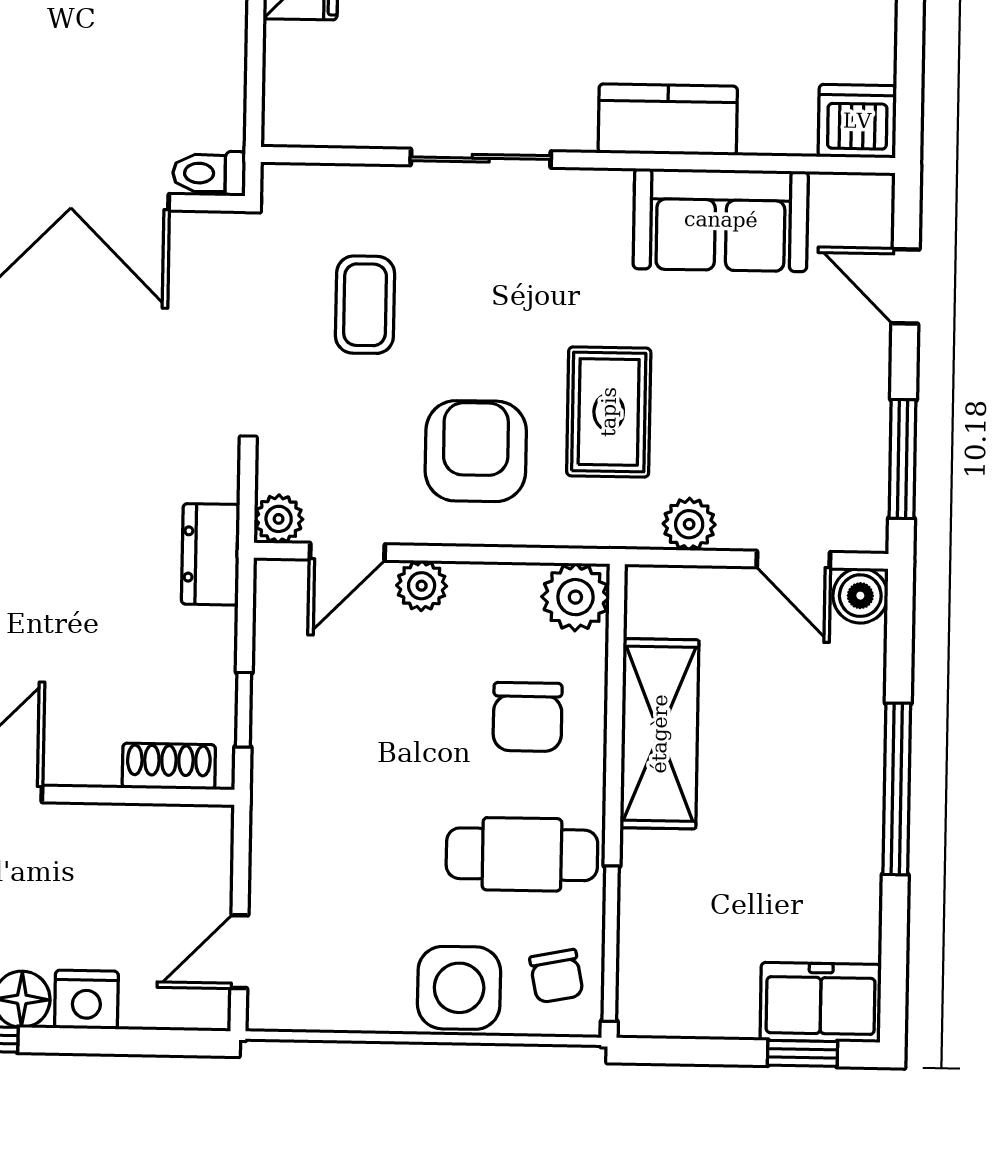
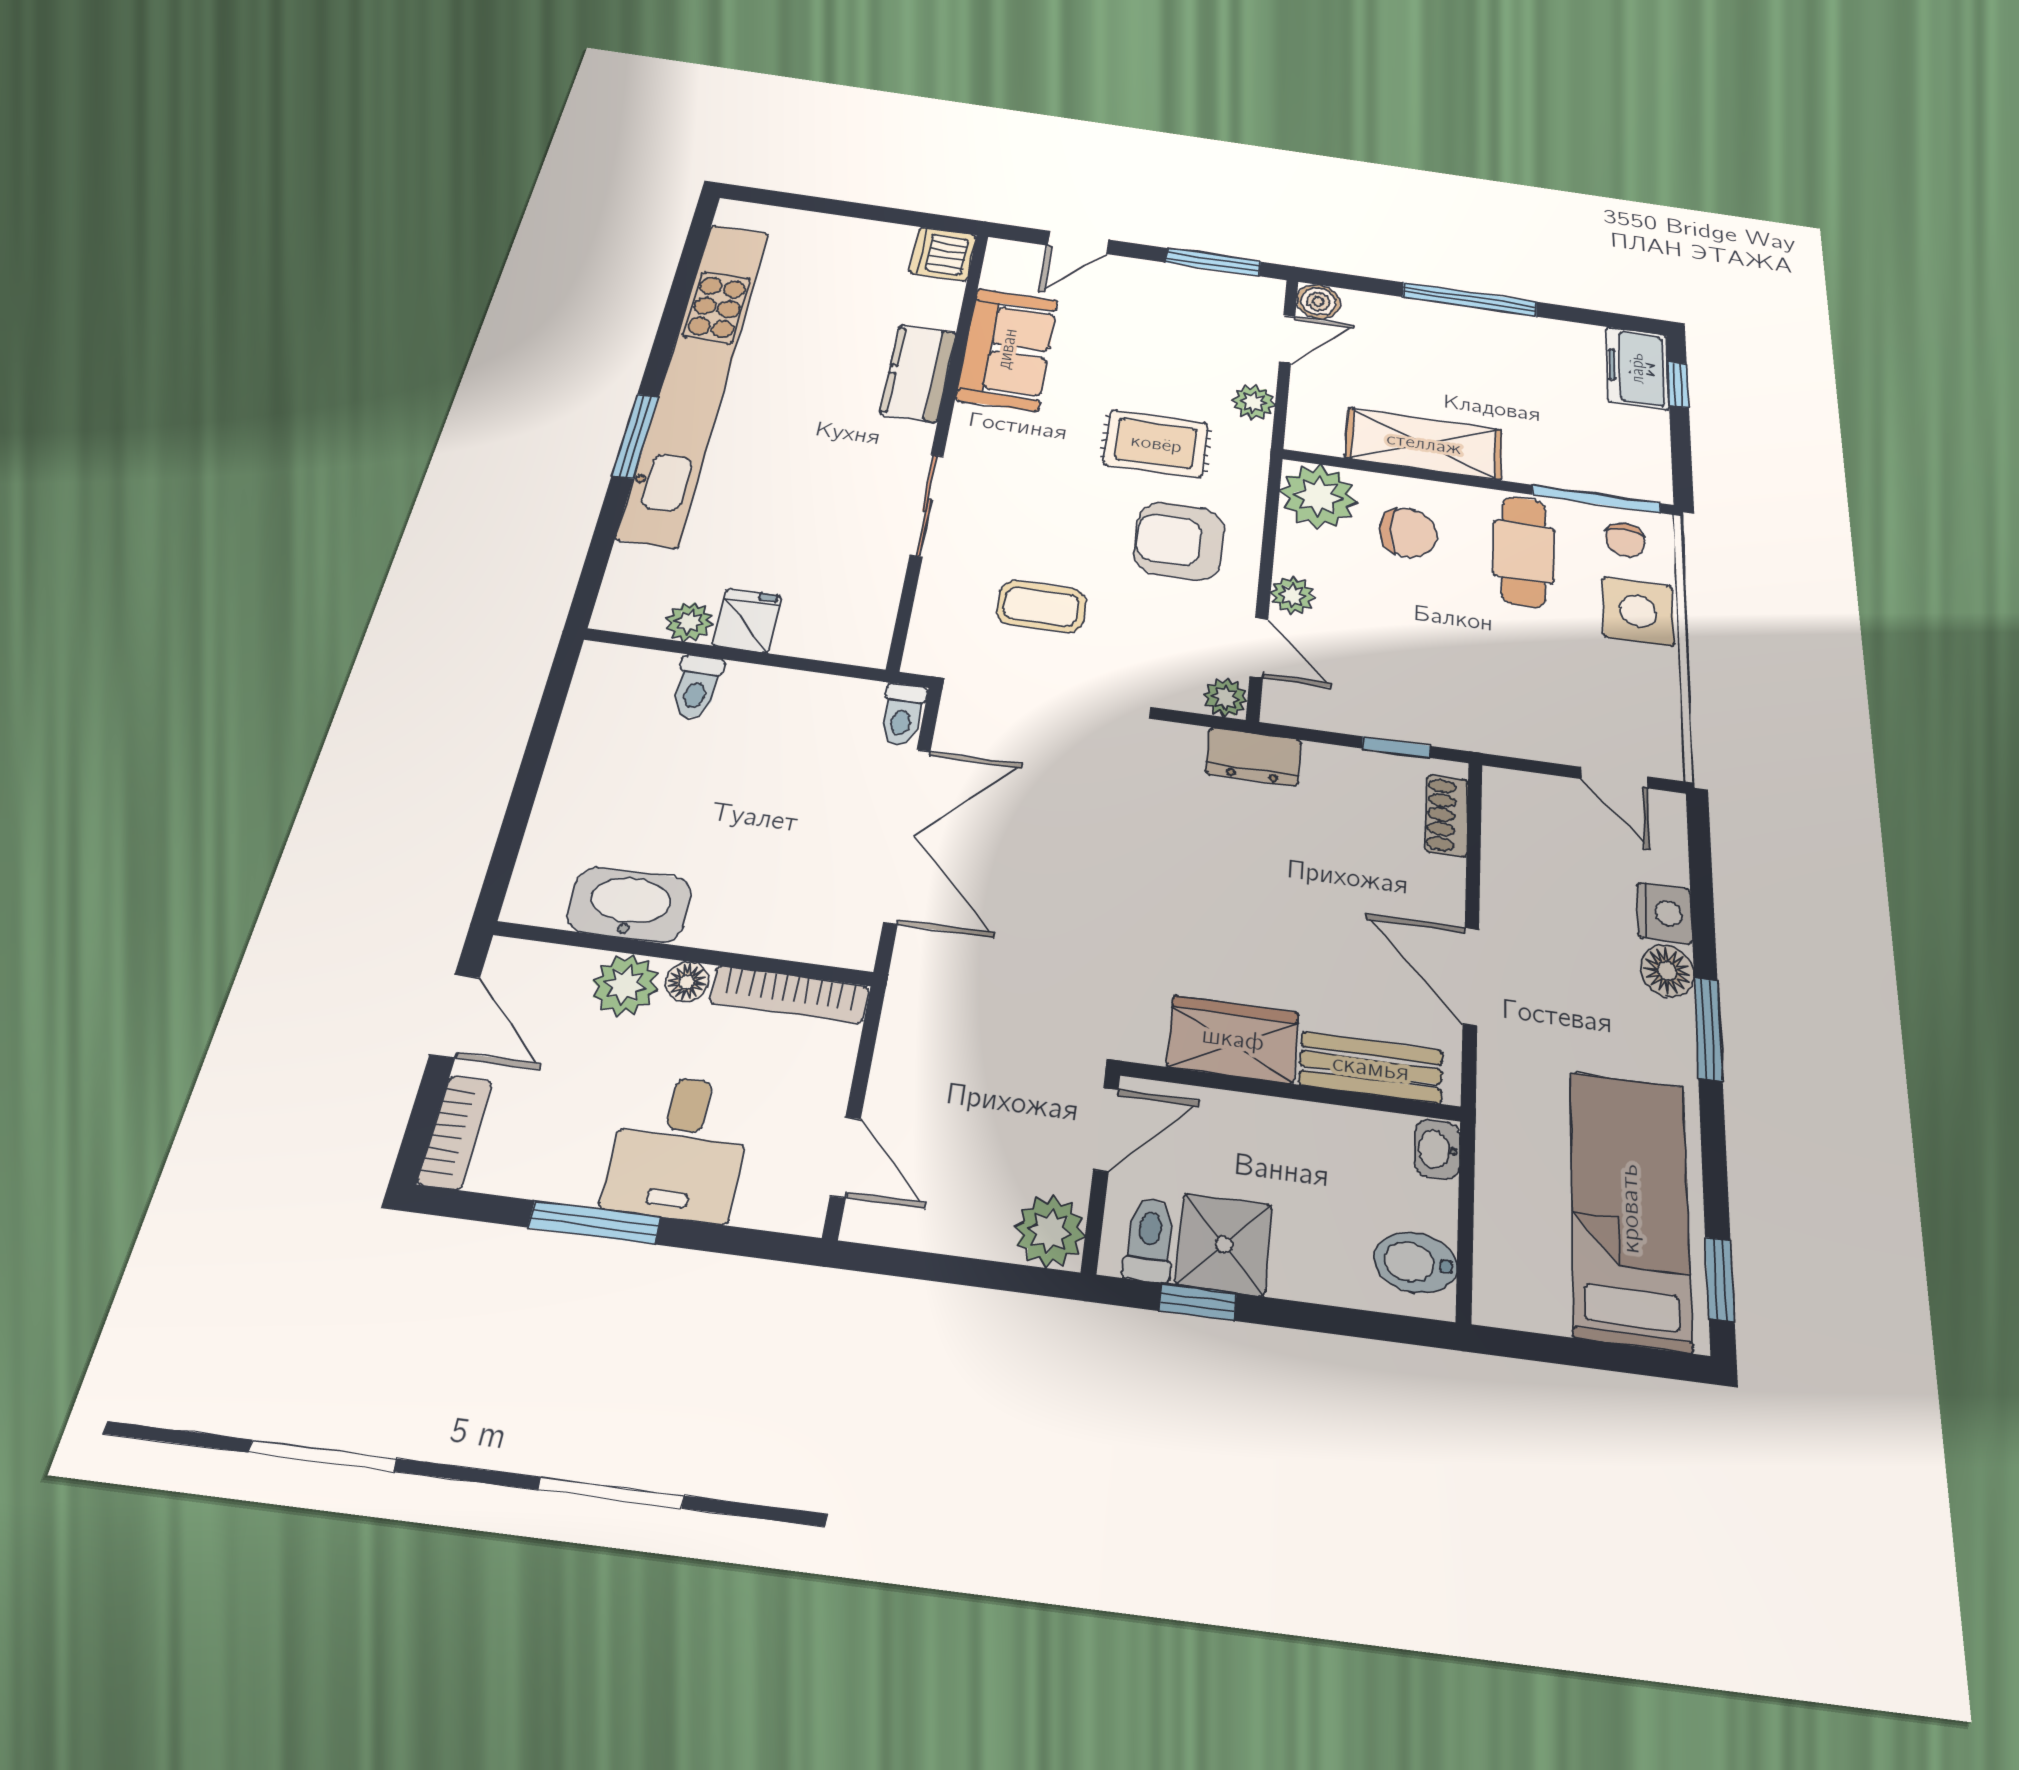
plant: (575, 597) -> (1318, 496), width x1.36, depth x1.36
chair: (556, 976) -> (1625, 540), turned 101

